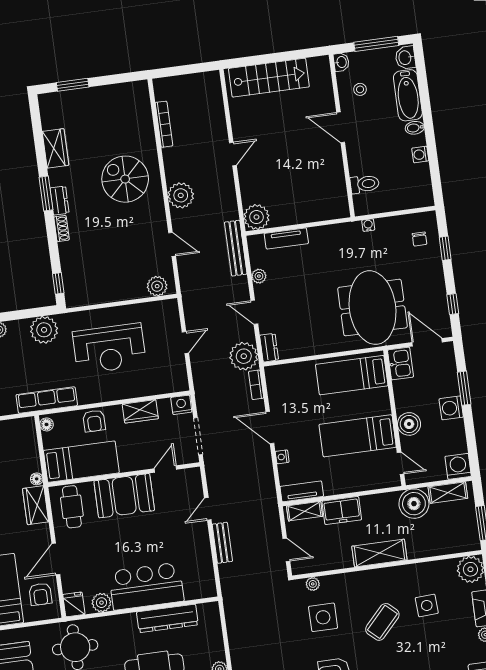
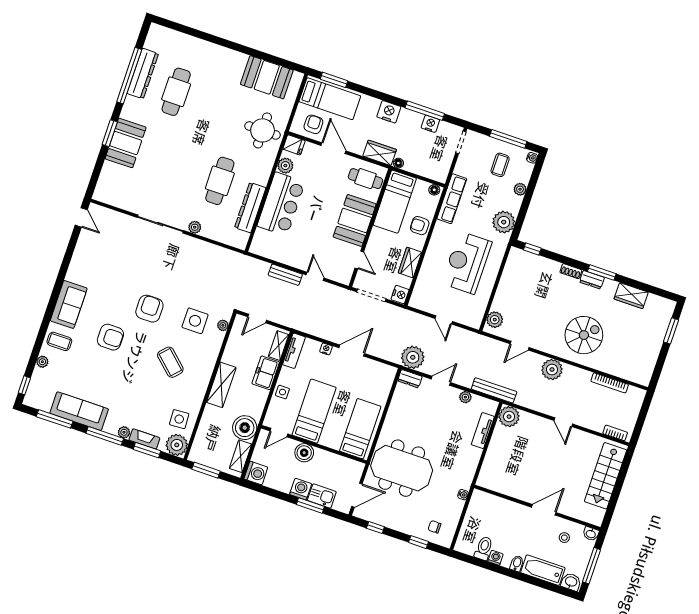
toilet: (365, 184) -> (484, 548), moved, turned 180
kitchen sink: (401, 363) -> (322, 496), moved, turned 180
bookcase: (256, 385) -> (615, 433), moved
side table: (354, 481) -> (282, 392), added
armchair: (40, 594) -> (313, 124), turned 90
side table: (427, 605) -> (179, 419), moved

